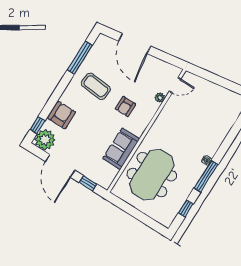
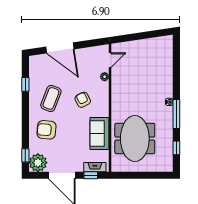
window: (80, 58) -> (25, 84), width x0.46
coffee table: (96, 86) -> (51, 98), turned -74
armchair: (125, 106) -> (83, 100), turned 153
armchair: (62, 115) -> (46, 130), moved, turned -85
fireplace: (97, 178) -> (95, 167), added

